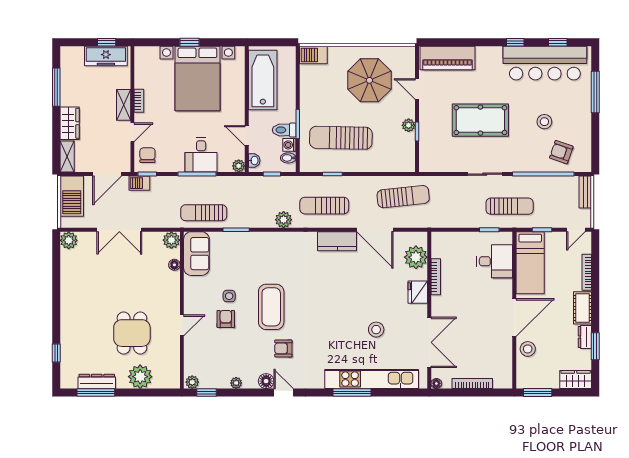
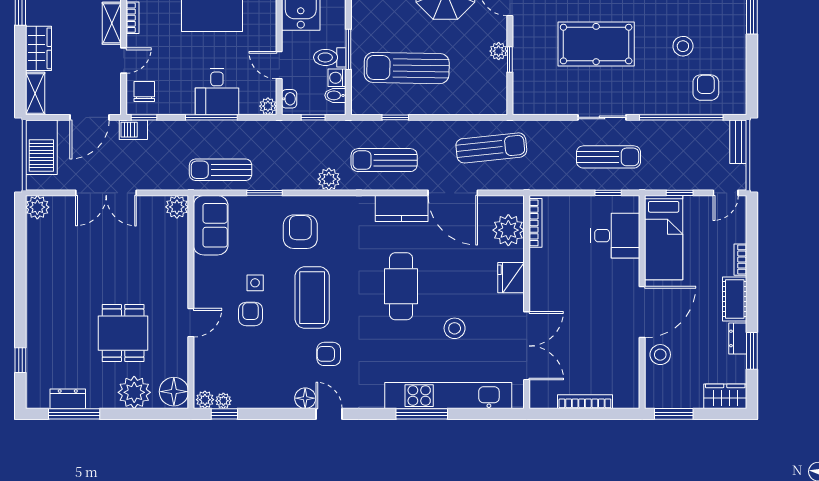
armchair: (561, 152) -> (706, 88), turned 71
sun lounger: (510, 206) -> (609, 157), moved
armchair: (263, 258) -> (300, 232), added
floor lamp: (174, 265) -> (174, 392), moved, width x1.89, depth x1.89
bookcase: (587, 272) -> (740, 260), width x0.64
bookcase: (436, 277) -> (535, 223), moved
cafe table: (337, 299) -> (401, 286), added
dresser: (97, 381) -> (68, 399), width x0.70
plant: (236, 383) -> (223, 401), moved
floor lamp: (436, 384) -> (536, 402), removed

